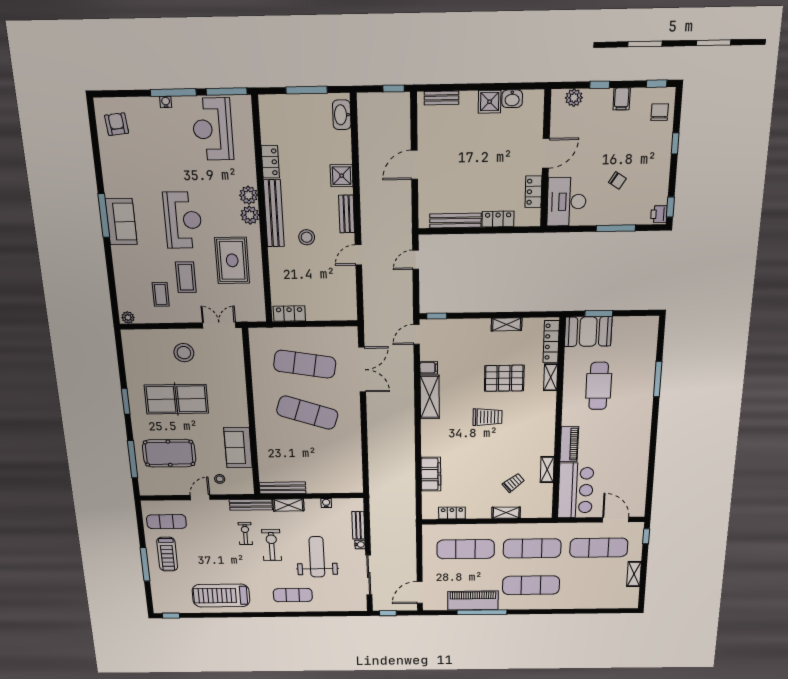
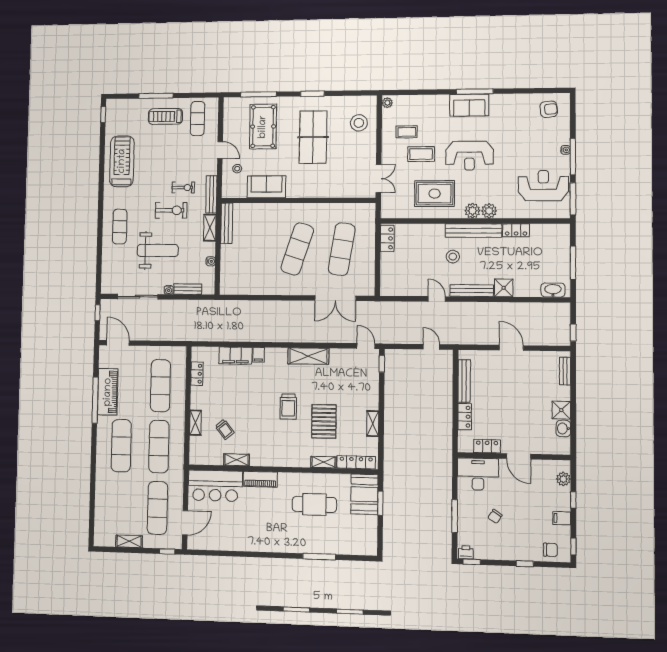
bench: (347, 214) -> (472, 291), width x1.36
stool: (184, 353) -> (359, 123), moved
filing cabinet: (429, 368) -> (259, 355), moved

